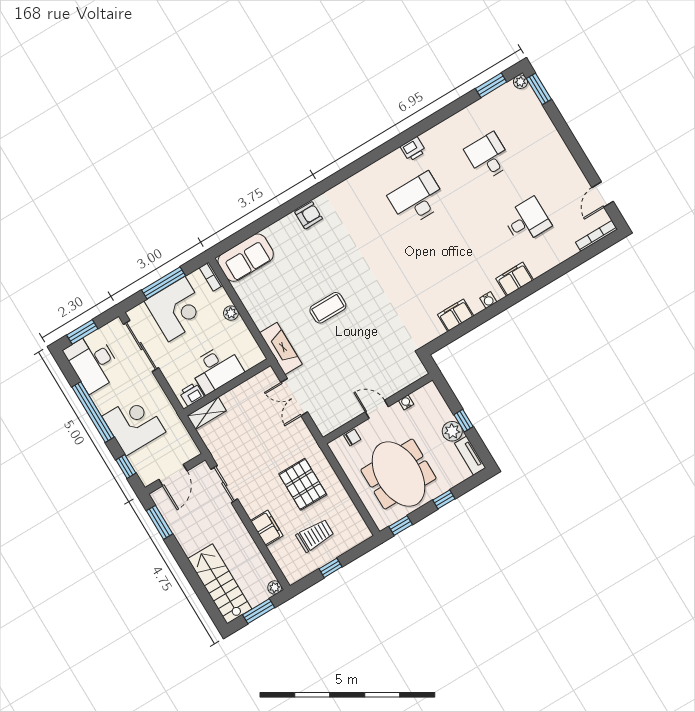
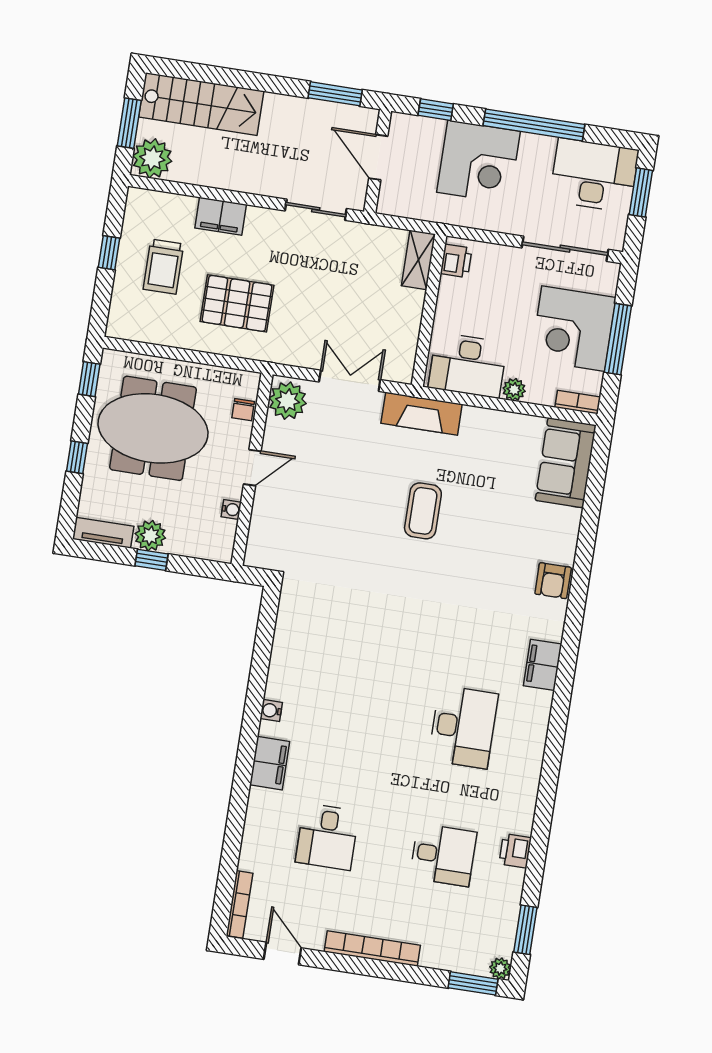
printer: (413, 149) -> (515, 851), moved
bookcase: (563, 153) -> (372, 949), added
filing cabinet: (456, 315) -> (543, 665), moved, turned 180
desk: (216, 369) -> (468, 365), moved, turned -90
plant: (330, 419) -> (288, 401), added
plant: (275, 587) -> (152, 158), width x1.87, depth x1.87

